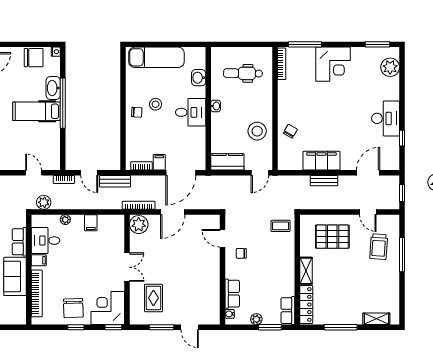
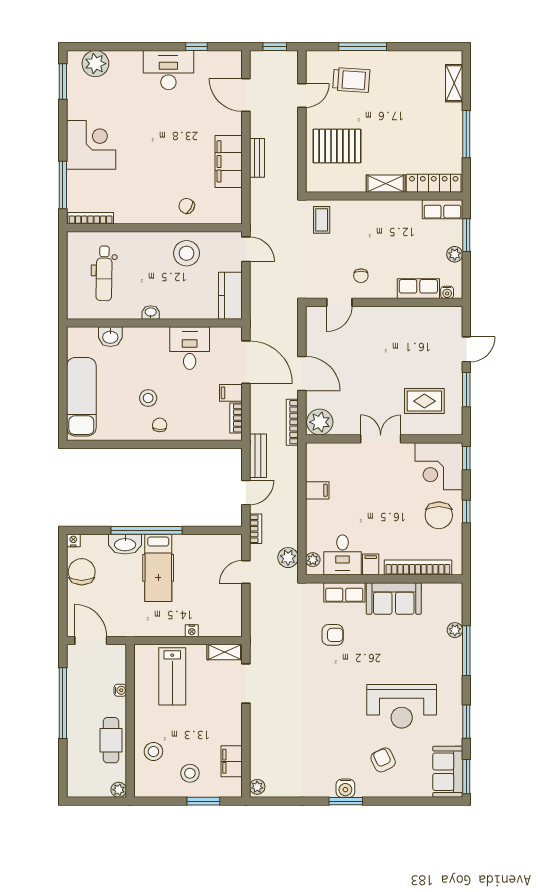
desk: (191, 112) -> (190, 348), moved
plant: (65, 220) -> (313, 560), moved
pallet: (332, 237) -> (337, 146), turned 90
chair: (73, 308) -> (439, 515), turned 92

